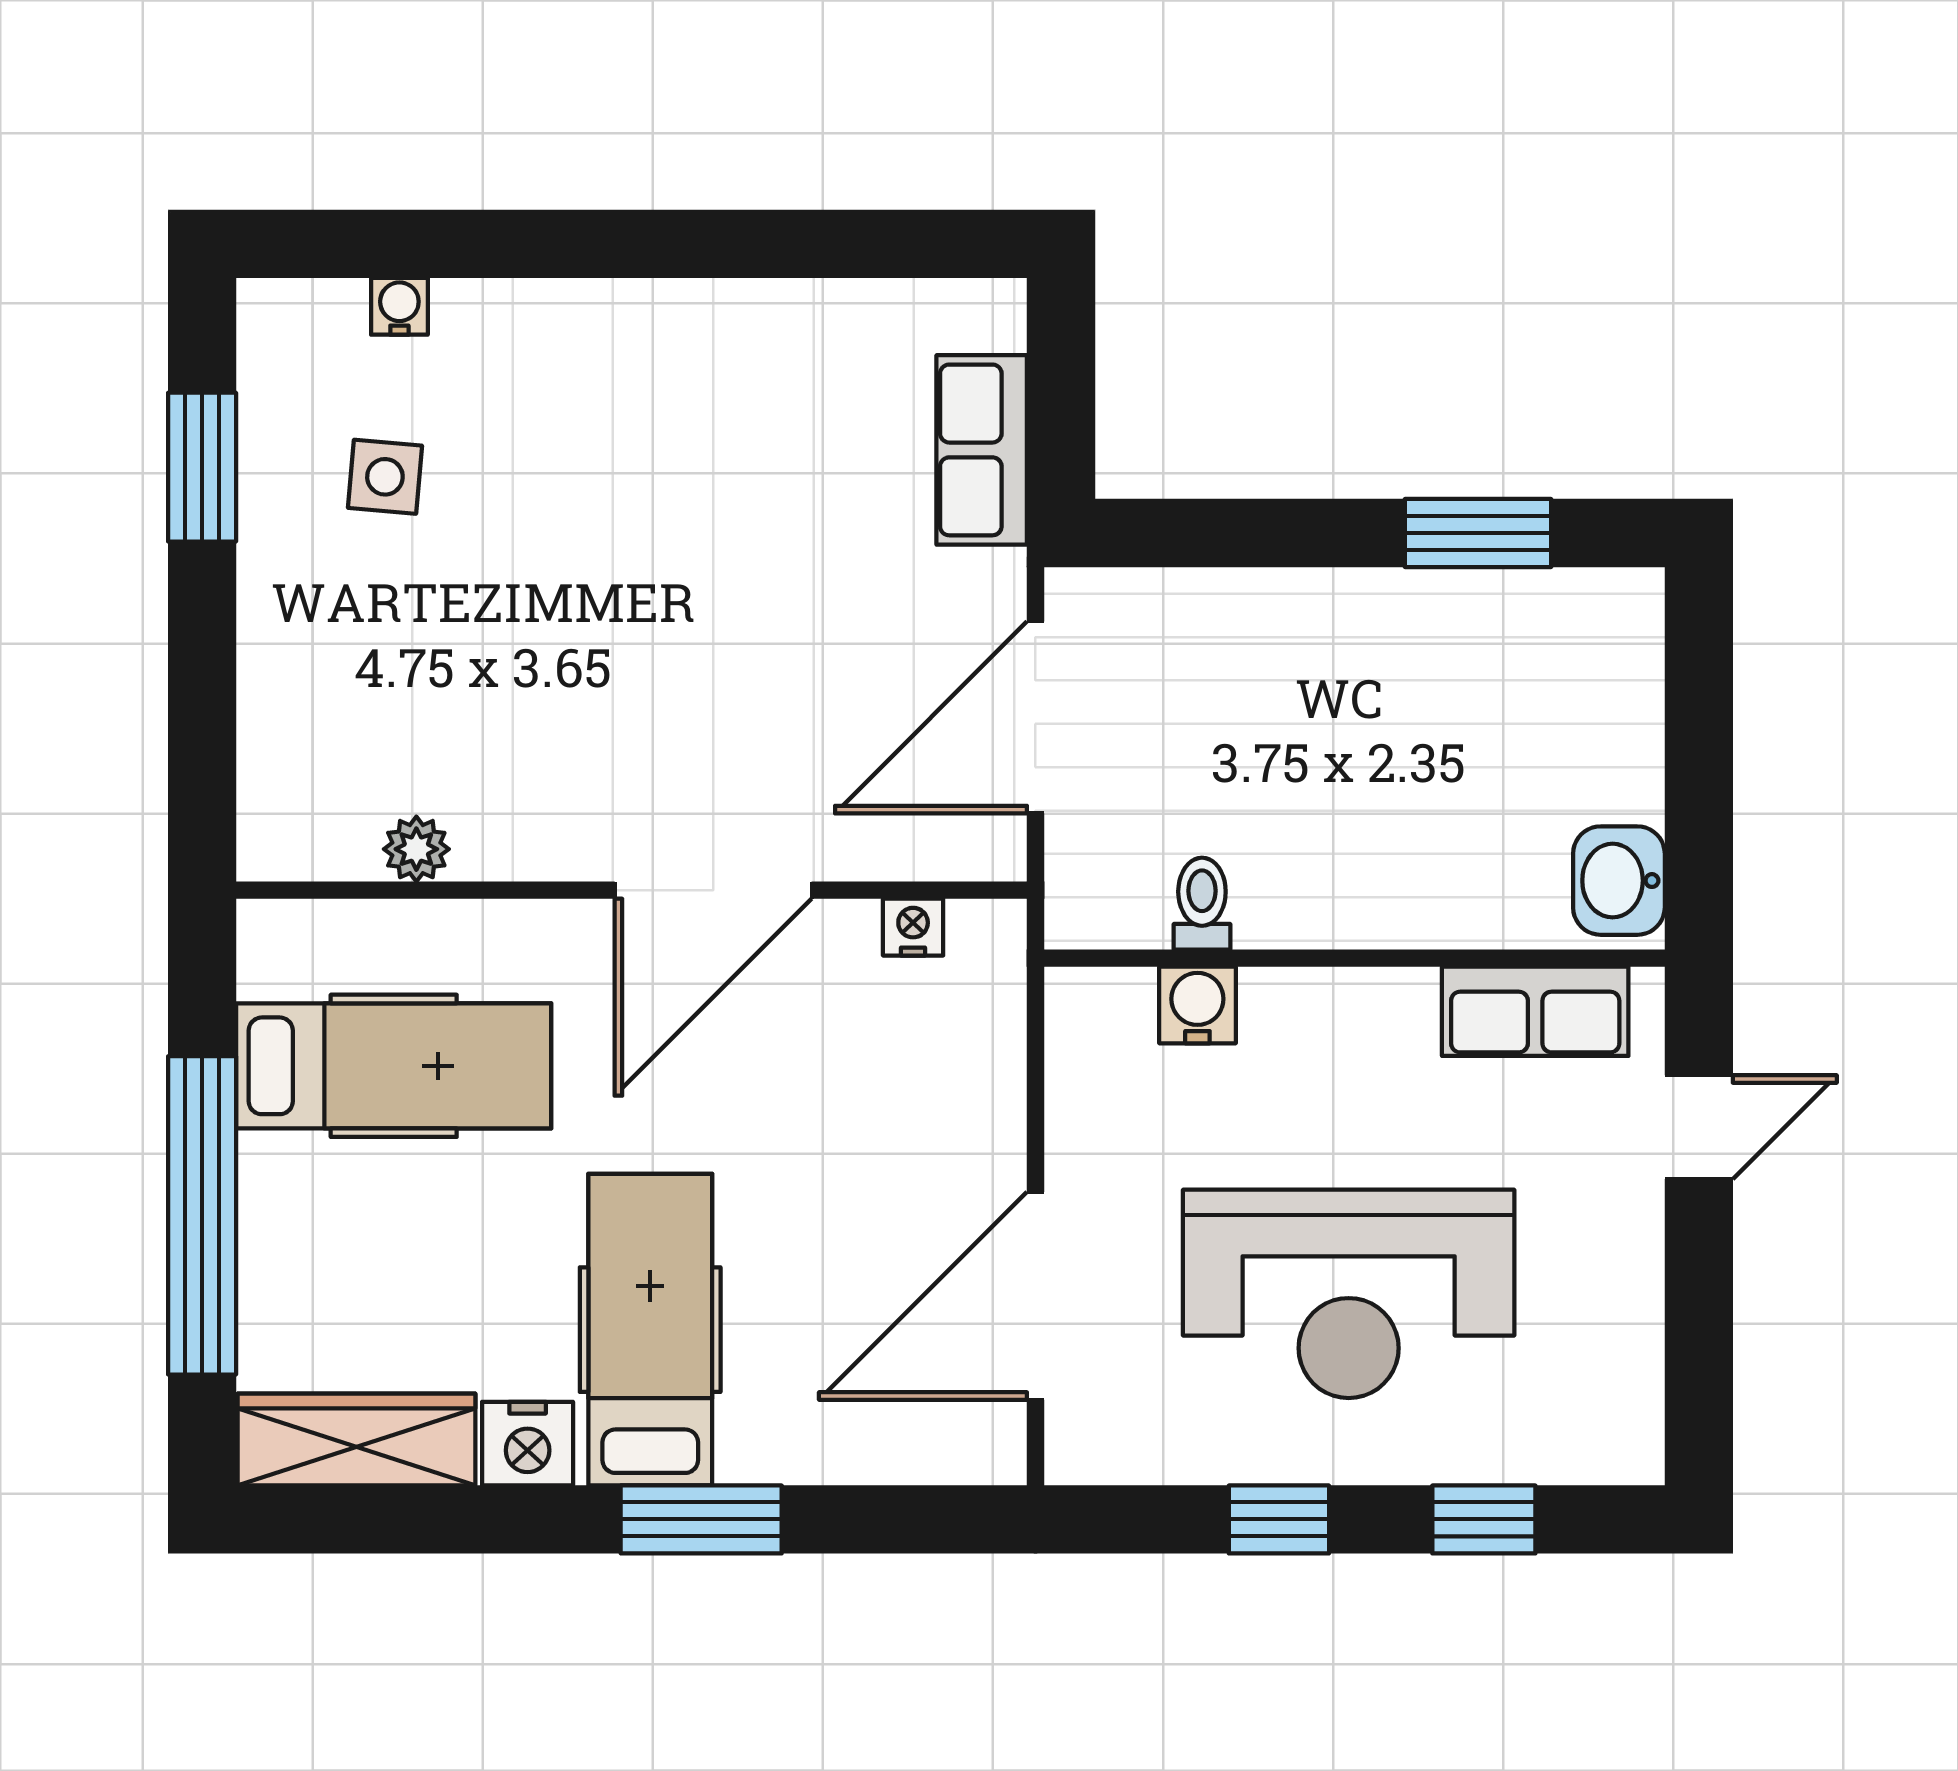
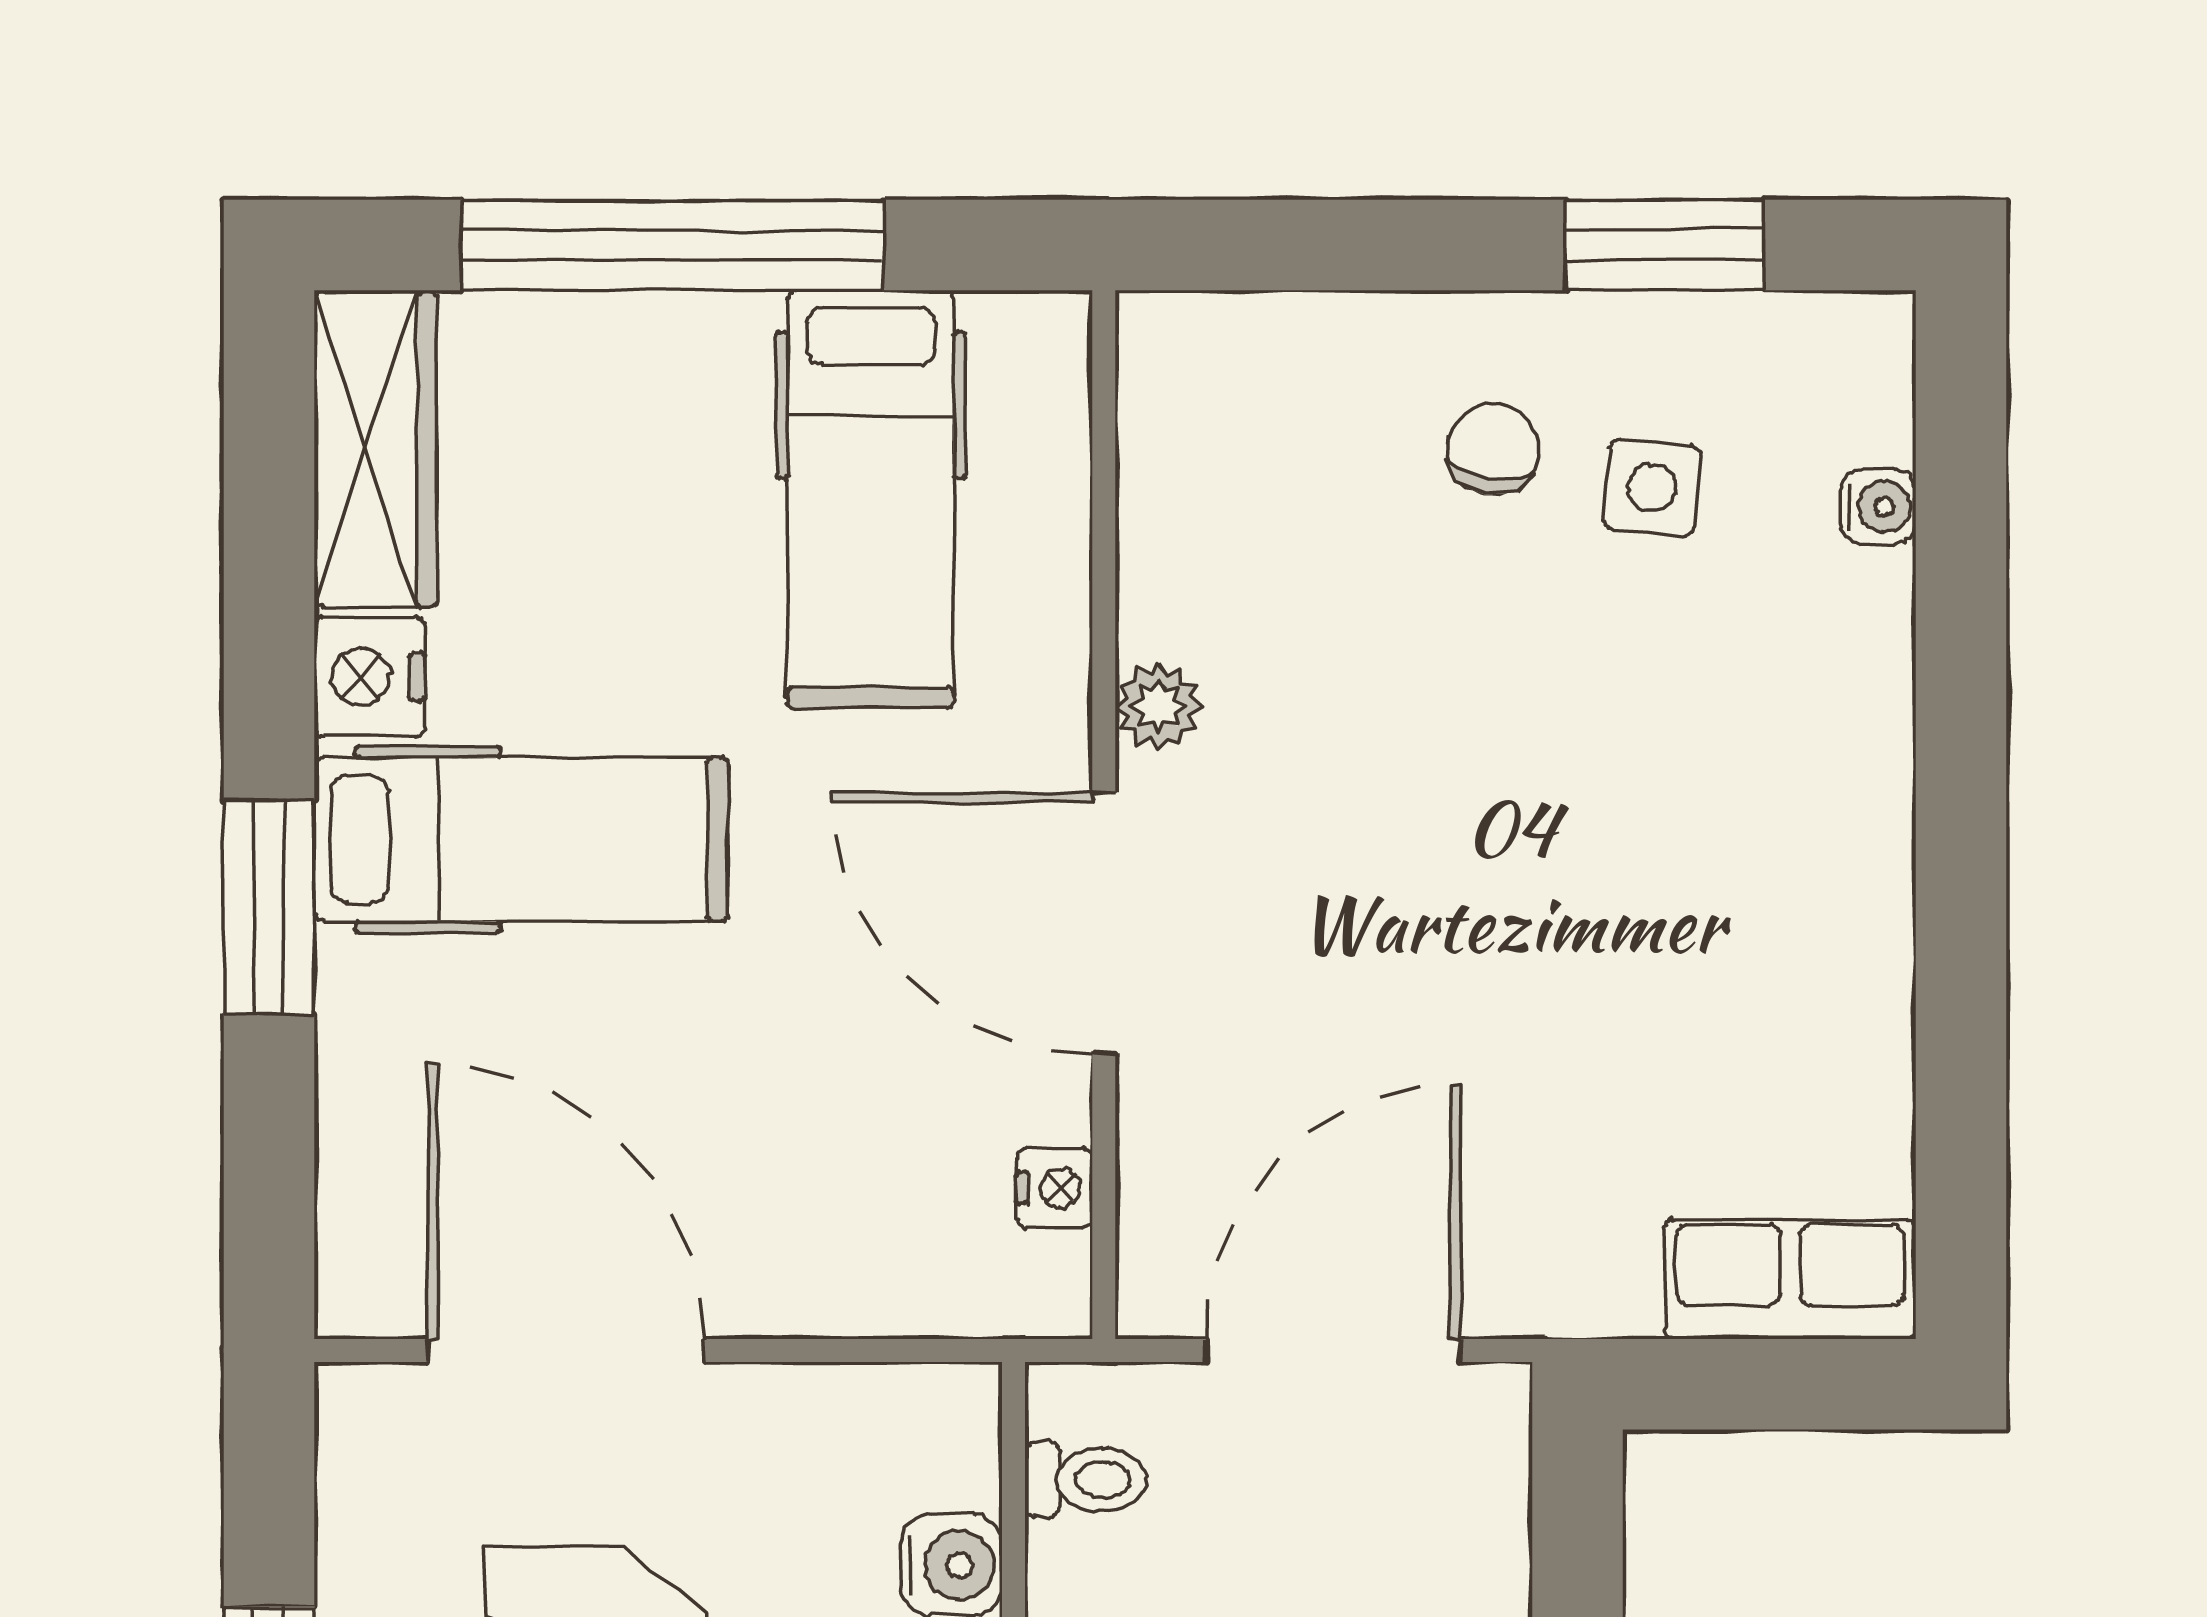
row of seats: (982, 450) -> (1790, 1279), moved
chair: (356, 597) -> (1493, 449), added
door: (1035, 717) -> (1333, 1350), hinge flipped
plant: (416, 849) -> (1158, 706), moved
toilet: (1202, 904) -> (1086, 1480), moved

